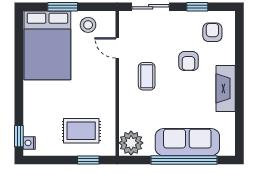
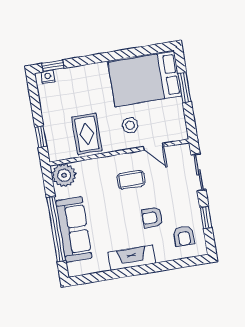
stool: (88, 25) -> (130, 125), moved
armchair: (212, 32) -> (184, 236), turned 90
door: (117, 48) -> (154, 147), swing flipped
rug: (81, 131) -> (87, 134), moved

